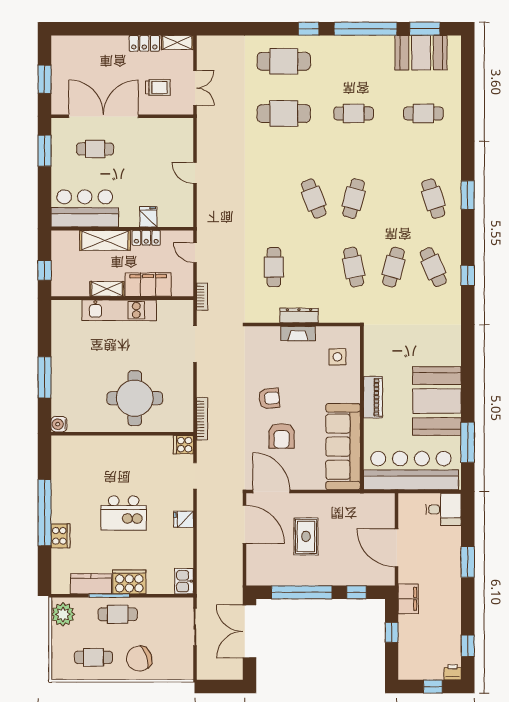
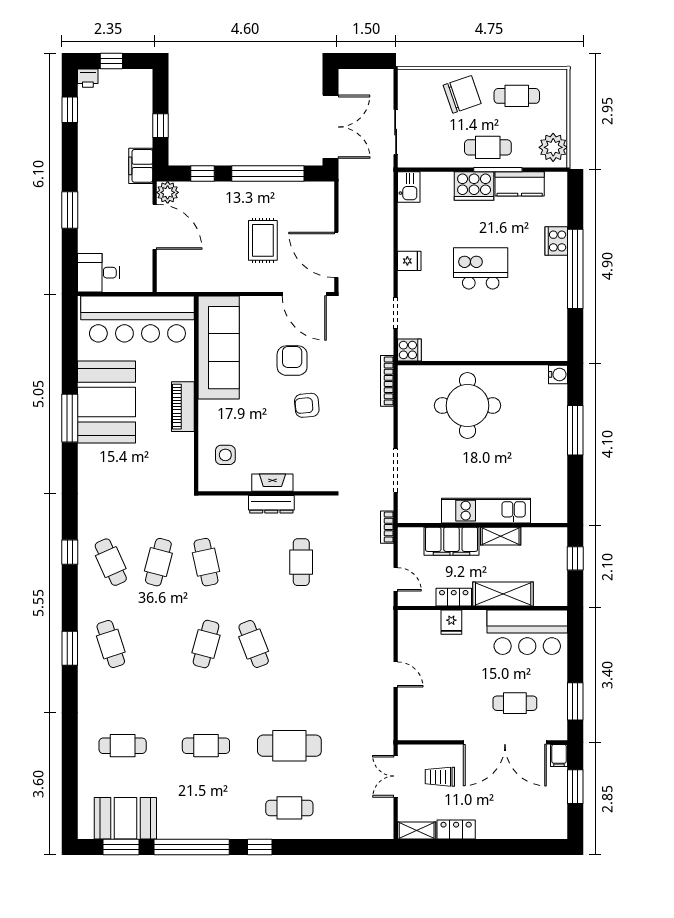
cafe table: (284, 61) -> (289, 808), width x0.73, depth x0.74
filing cabinet: (58, 105) -> (559, 755), added
window: (468, 442) -> (70, 418), moved
plant: (386, 577) -> (168, 192), added

